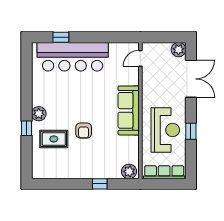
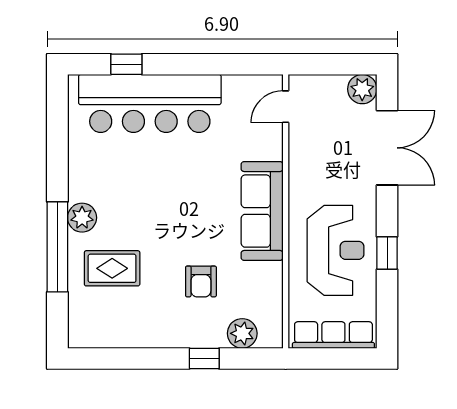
window: (26, 128) -> (57, 247), width x3.17
armchair: (84, 131) -> (201, 281), moved
plant: (129, 171) -> (242, 333), moved

